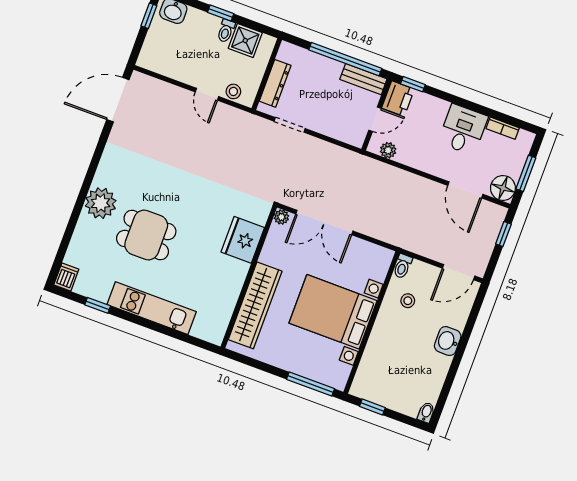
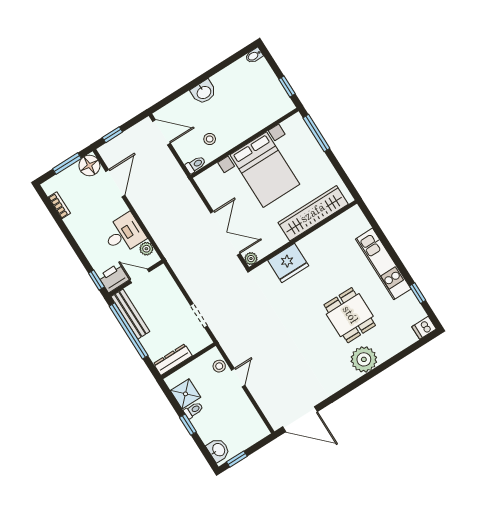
bench: (363, 79) -> (130, 314), width x1.36
dresser: (275, 83) -> (173, 360), moved
desk: (463, 130) -> (124, 234), moved, turned 180

